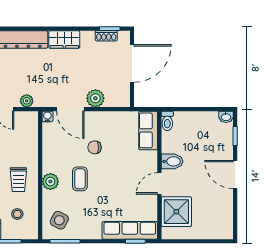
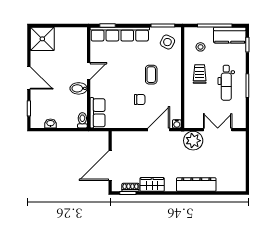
wardrobe: (64, 39) -> (152, 184), moved
plant: (95, 98) -> (139, 138), removed
plant: (27, 101) -> (193, 141), width x1.88, depth x1.88
door: (70, 109) -> (159, 130), hinge flipped
washbasin: (226, 117) -> (50, 123), moved
plant: (50, 182) -> (175, 73), removed
shower: (176, 212) -> (42, 39), moved
row of seats: (130, 230) -> (120, 34), width x1.36

